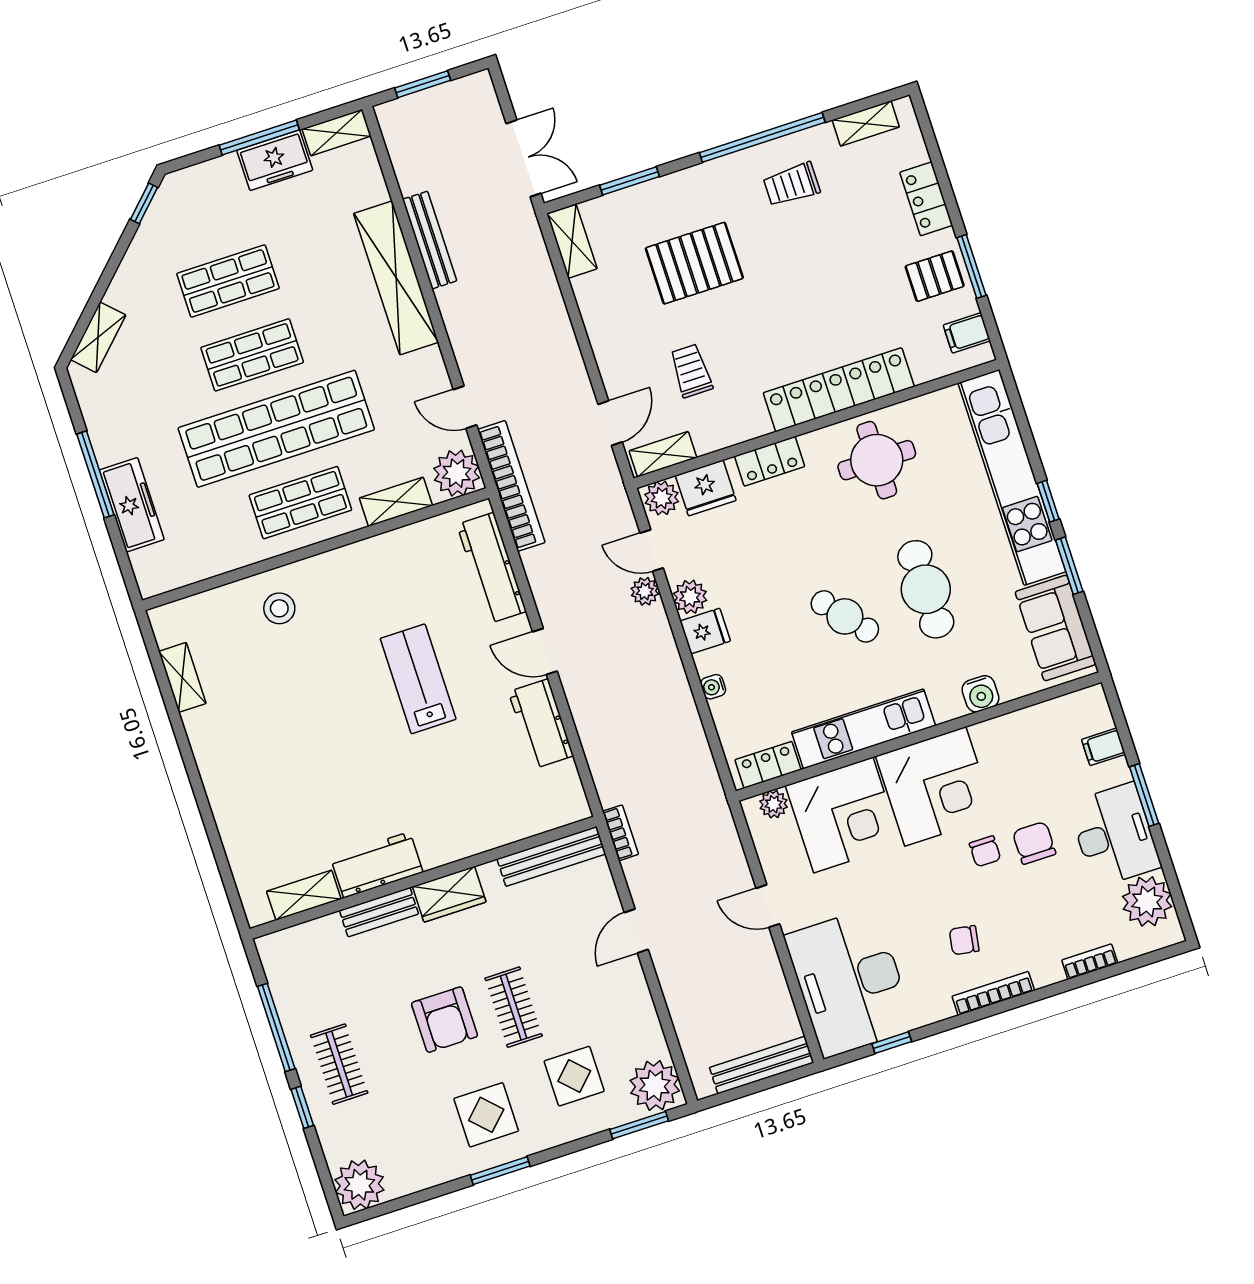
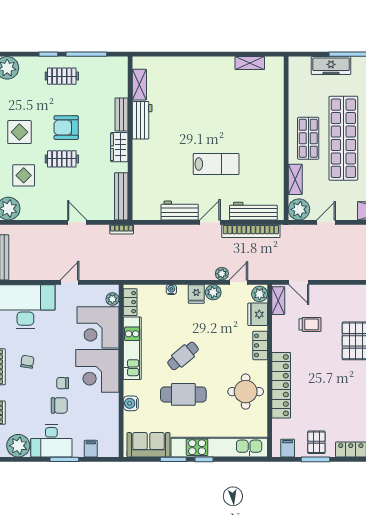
bookcase: (511, 486) -> (251, 231), moved
stool: (279, 608) -> (266, 114), removed

